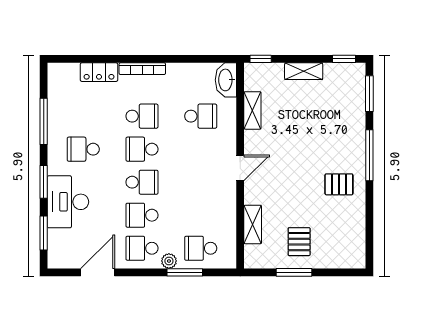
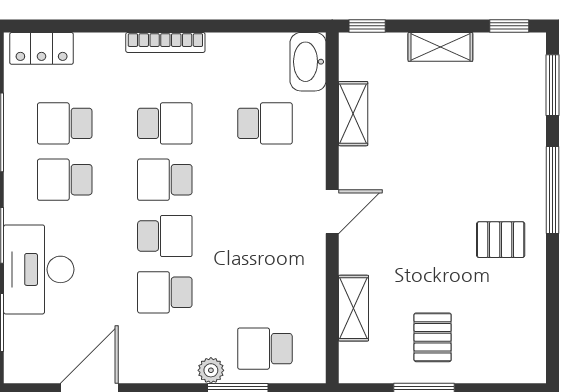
locker: (99, 72) -> (42, 48), moved
school desk: (142, 248) -> (65, 123), moved

